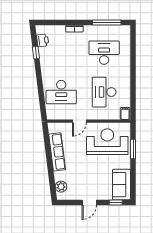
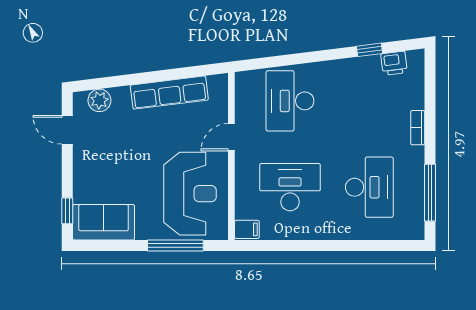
door: (79, 121) -> (231, 137), hinge flipped
window: (133, 149) -> (175, 246), width x1.44
door: (89, 203) -> (67, 130), moved

